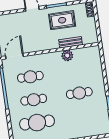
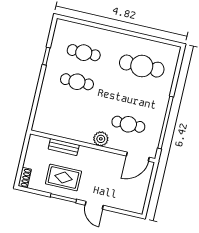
plant: (67, 55) -> (101, 139), moved
cafe table: (34, 100) -> (84, 53), moved

